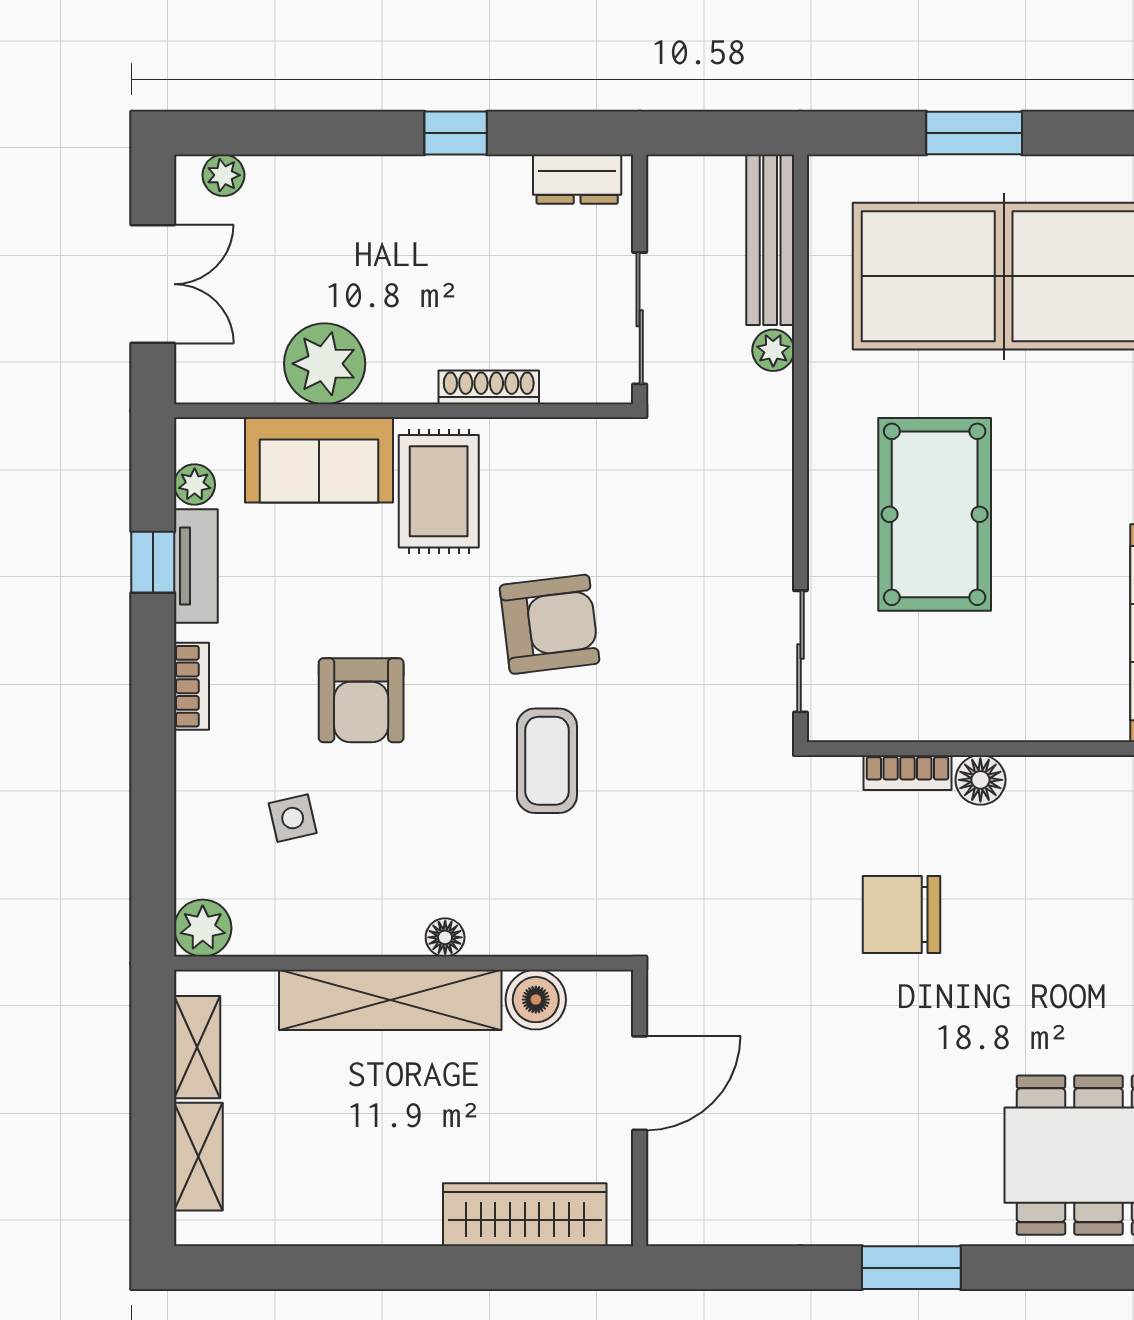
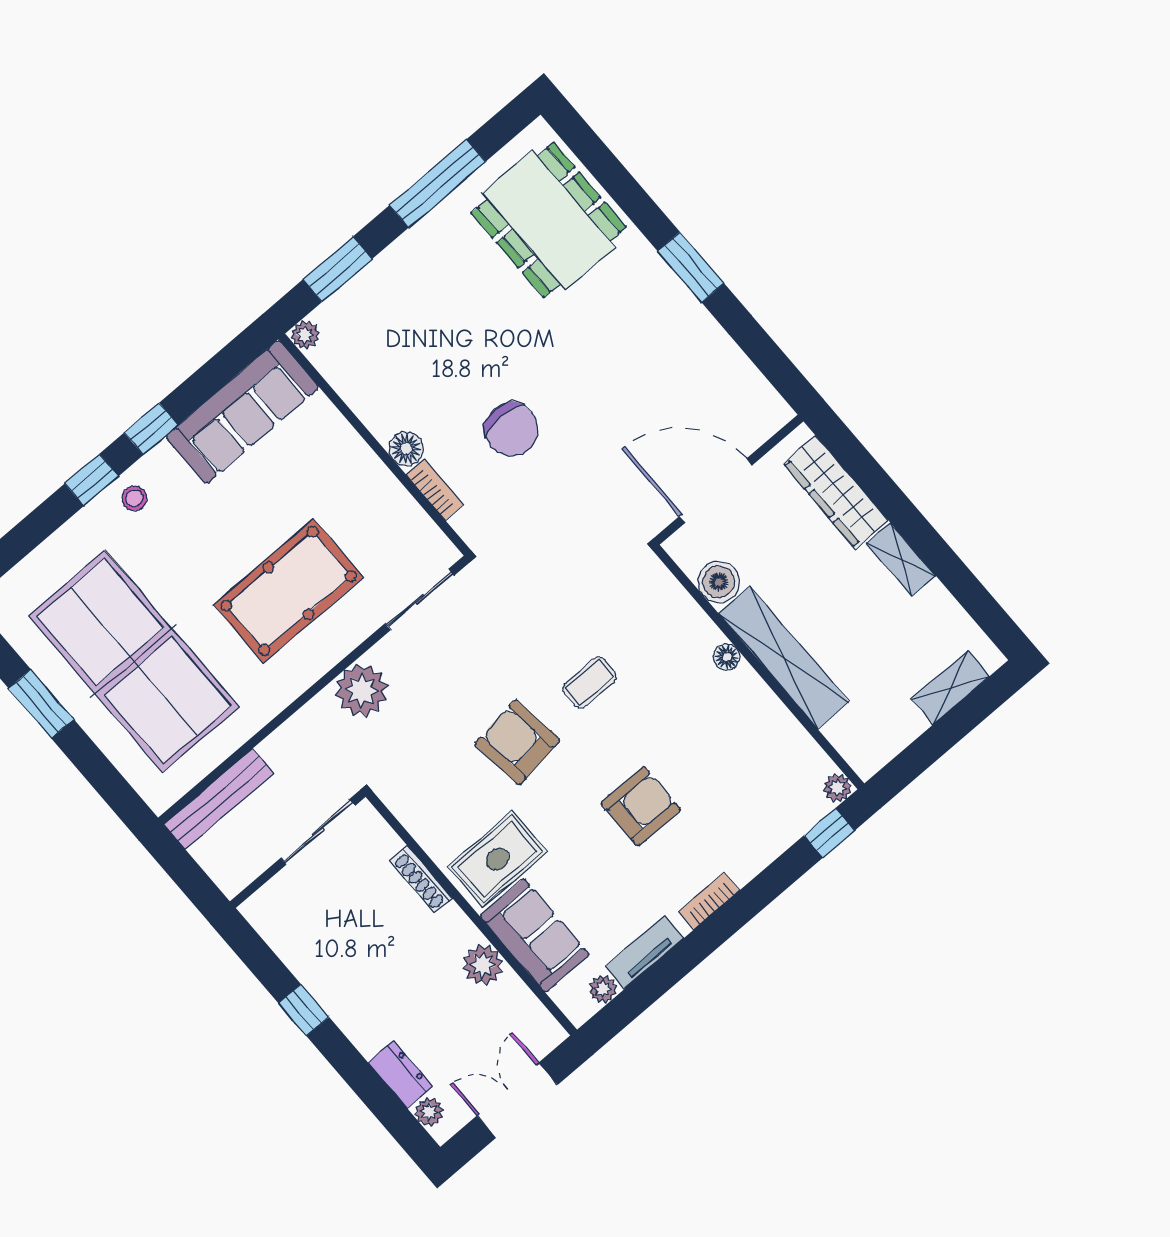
window: (974, 133) -> (41, 704), moved
dresser: (577, 179) -> (400, 1074), moved
plant: (773, 350) -> (362, 690), moved, width x1.88, depth x1.88
plant: (325, 364) -> (483, 965), width x0.73, depth x0.73
window: (153, 562) -> (829, 833), moved
coffee table: (547, 761) -> (589, 683), width x0.73, depth x0.77
side table: (293, 818) -> (733, 789), removed
plant: (203, 928) -> (838, 788), width x0.73, depth x0.73
shelving: (197, 1047) -> (901, 559), moved, turned 90
door: (640, 1083) -> (716, 491), width x1.36

